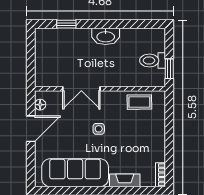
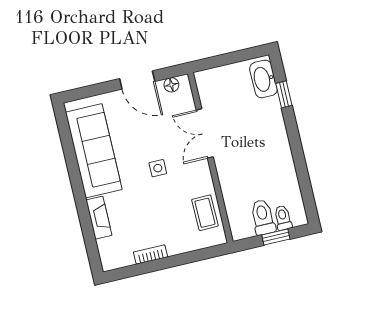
washbasin: (106, 36) -> (263, 79), moved
toilet: (156, 46) -> (283, 218), added
window: (169, 69) -> (276, 237), moved
bookcase: (161, 175) -> (151, 254), moved

